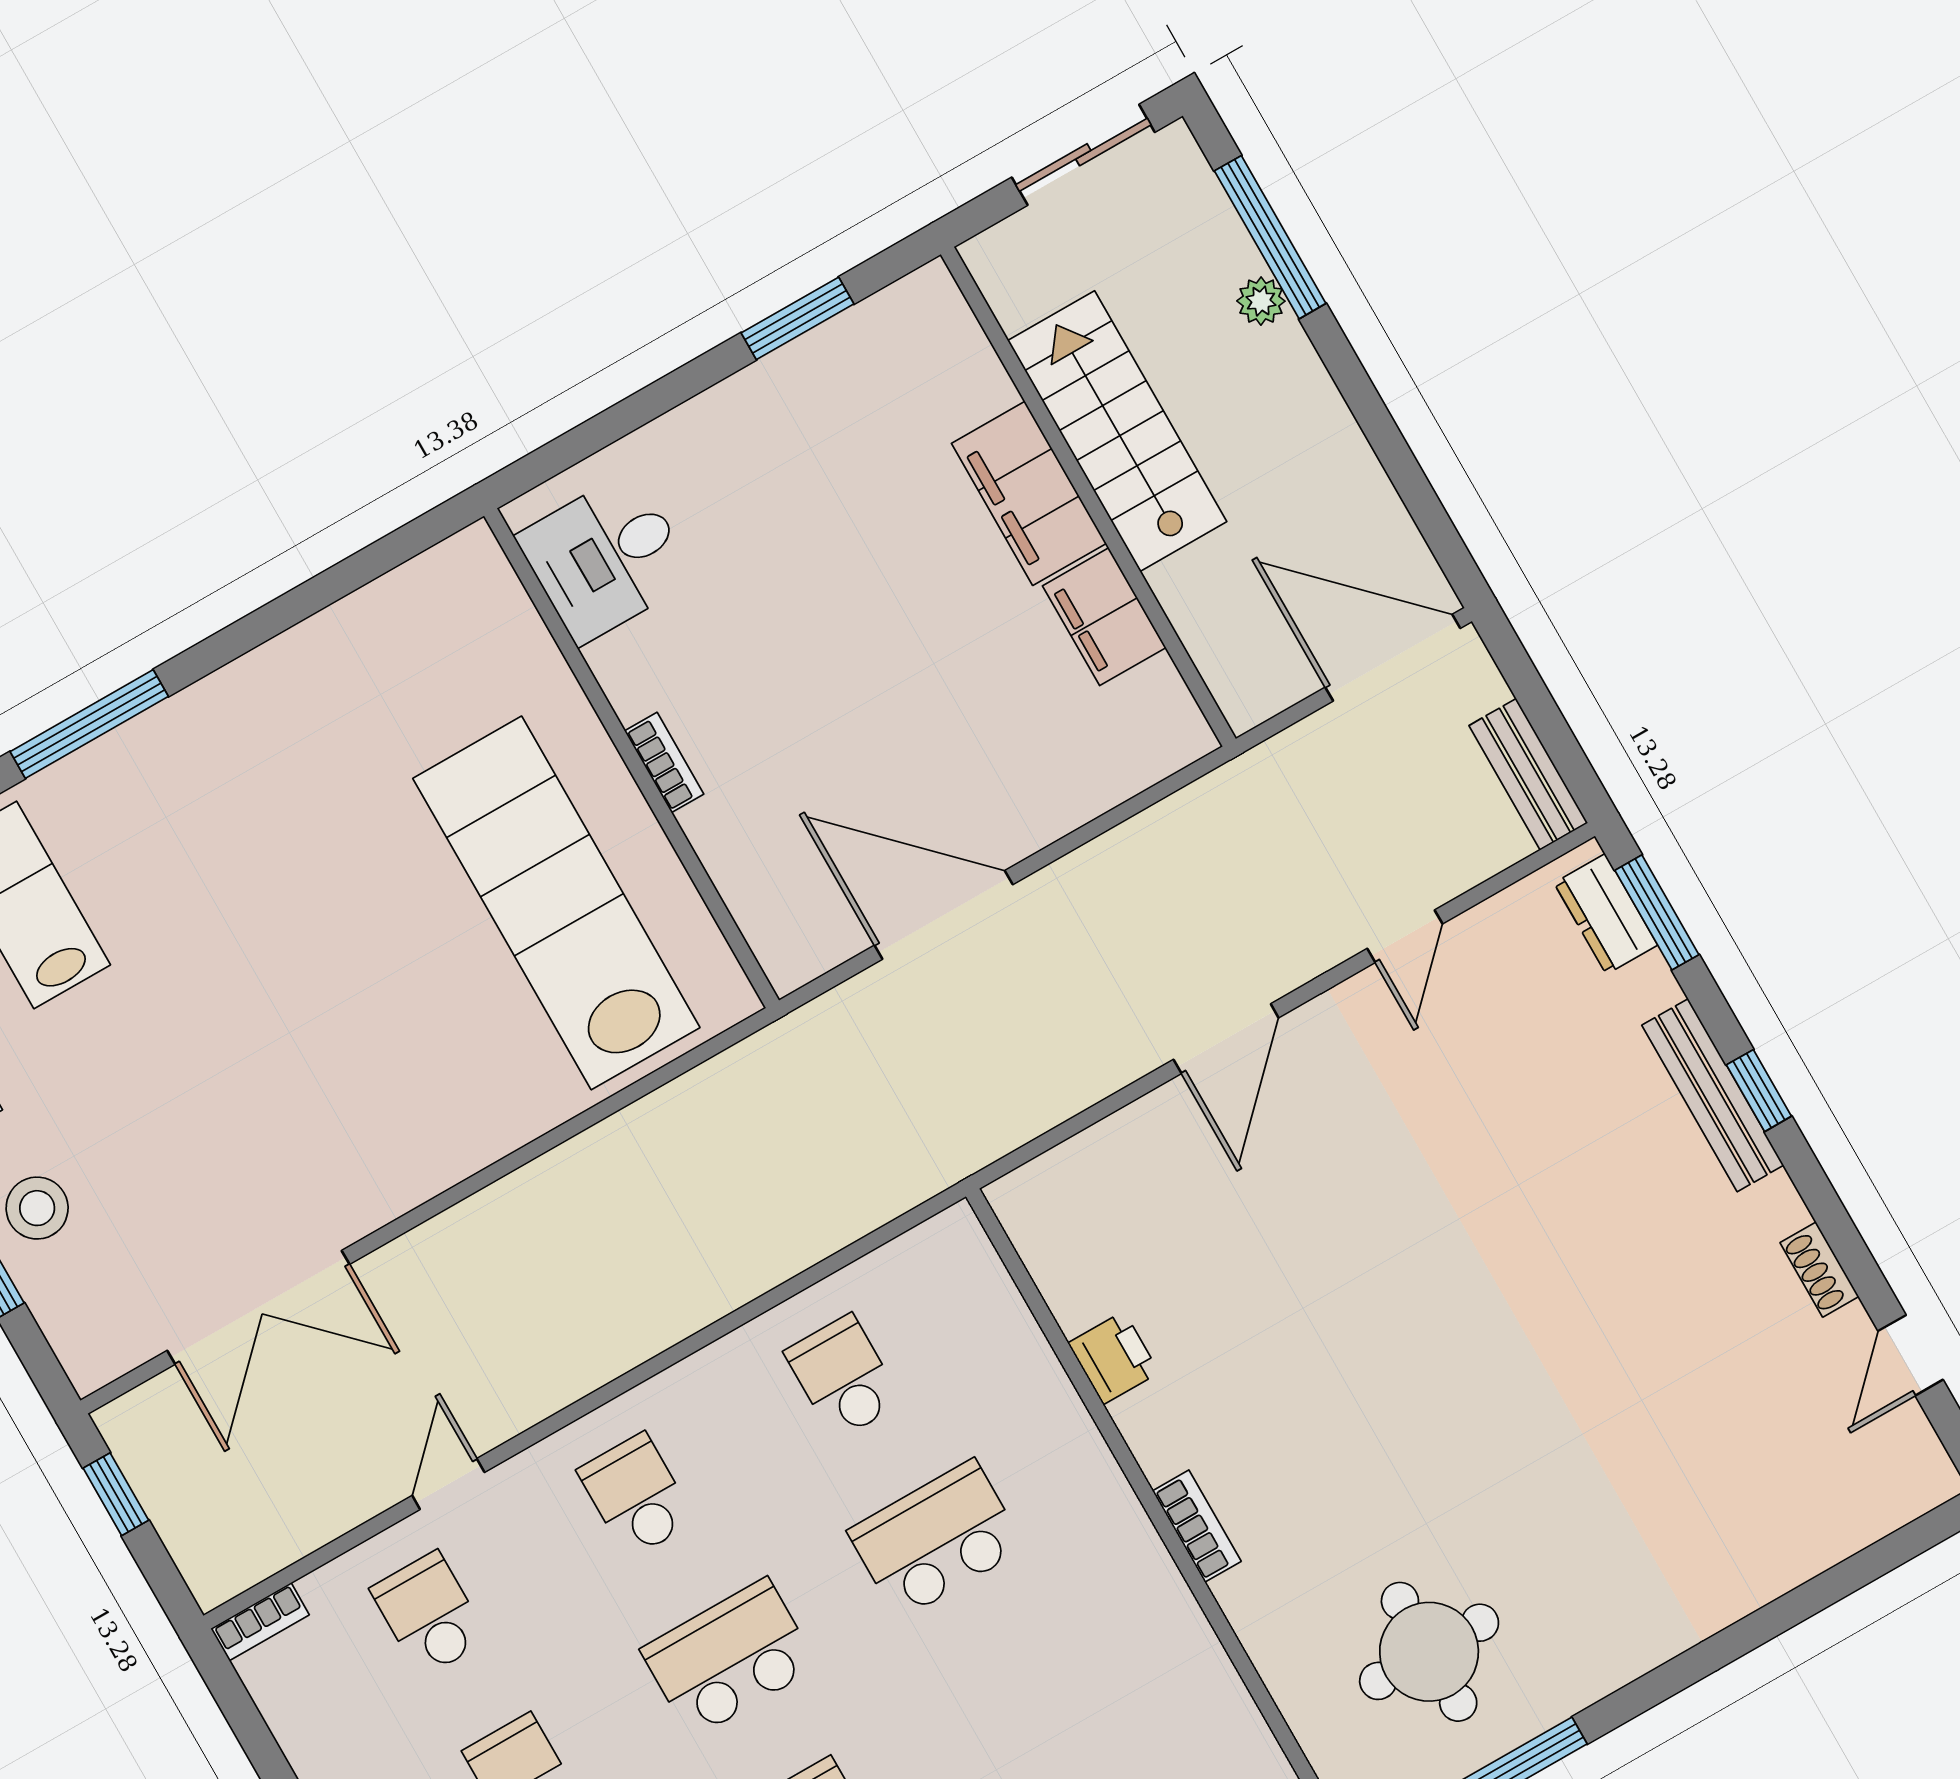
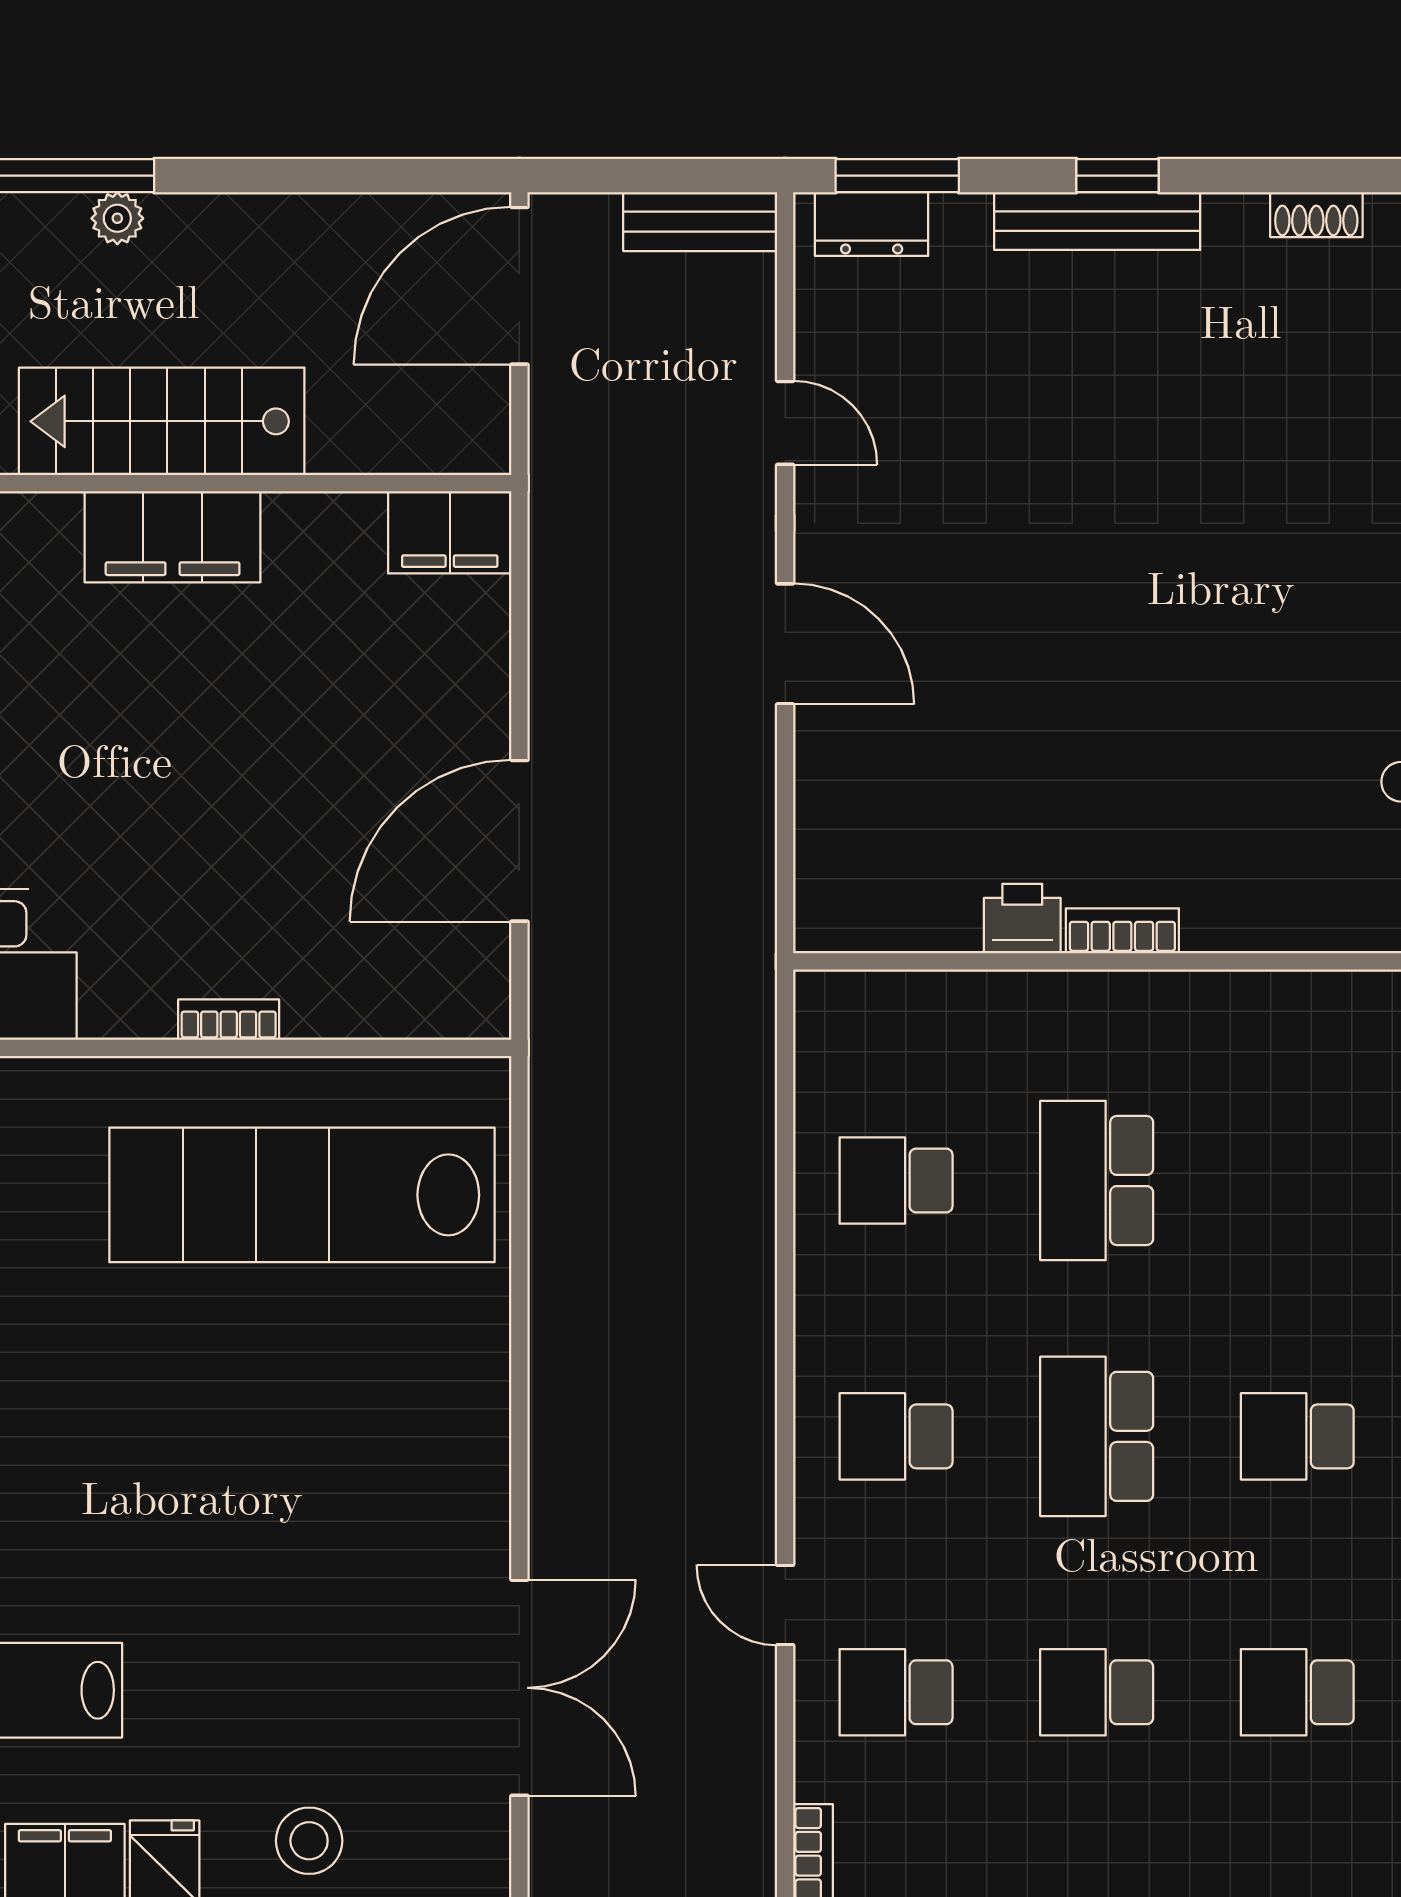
filing cabinet: (1104, 617) -> (450, 532), moved
bookcase: (1197, 1526) -> (1122, 931), moved

